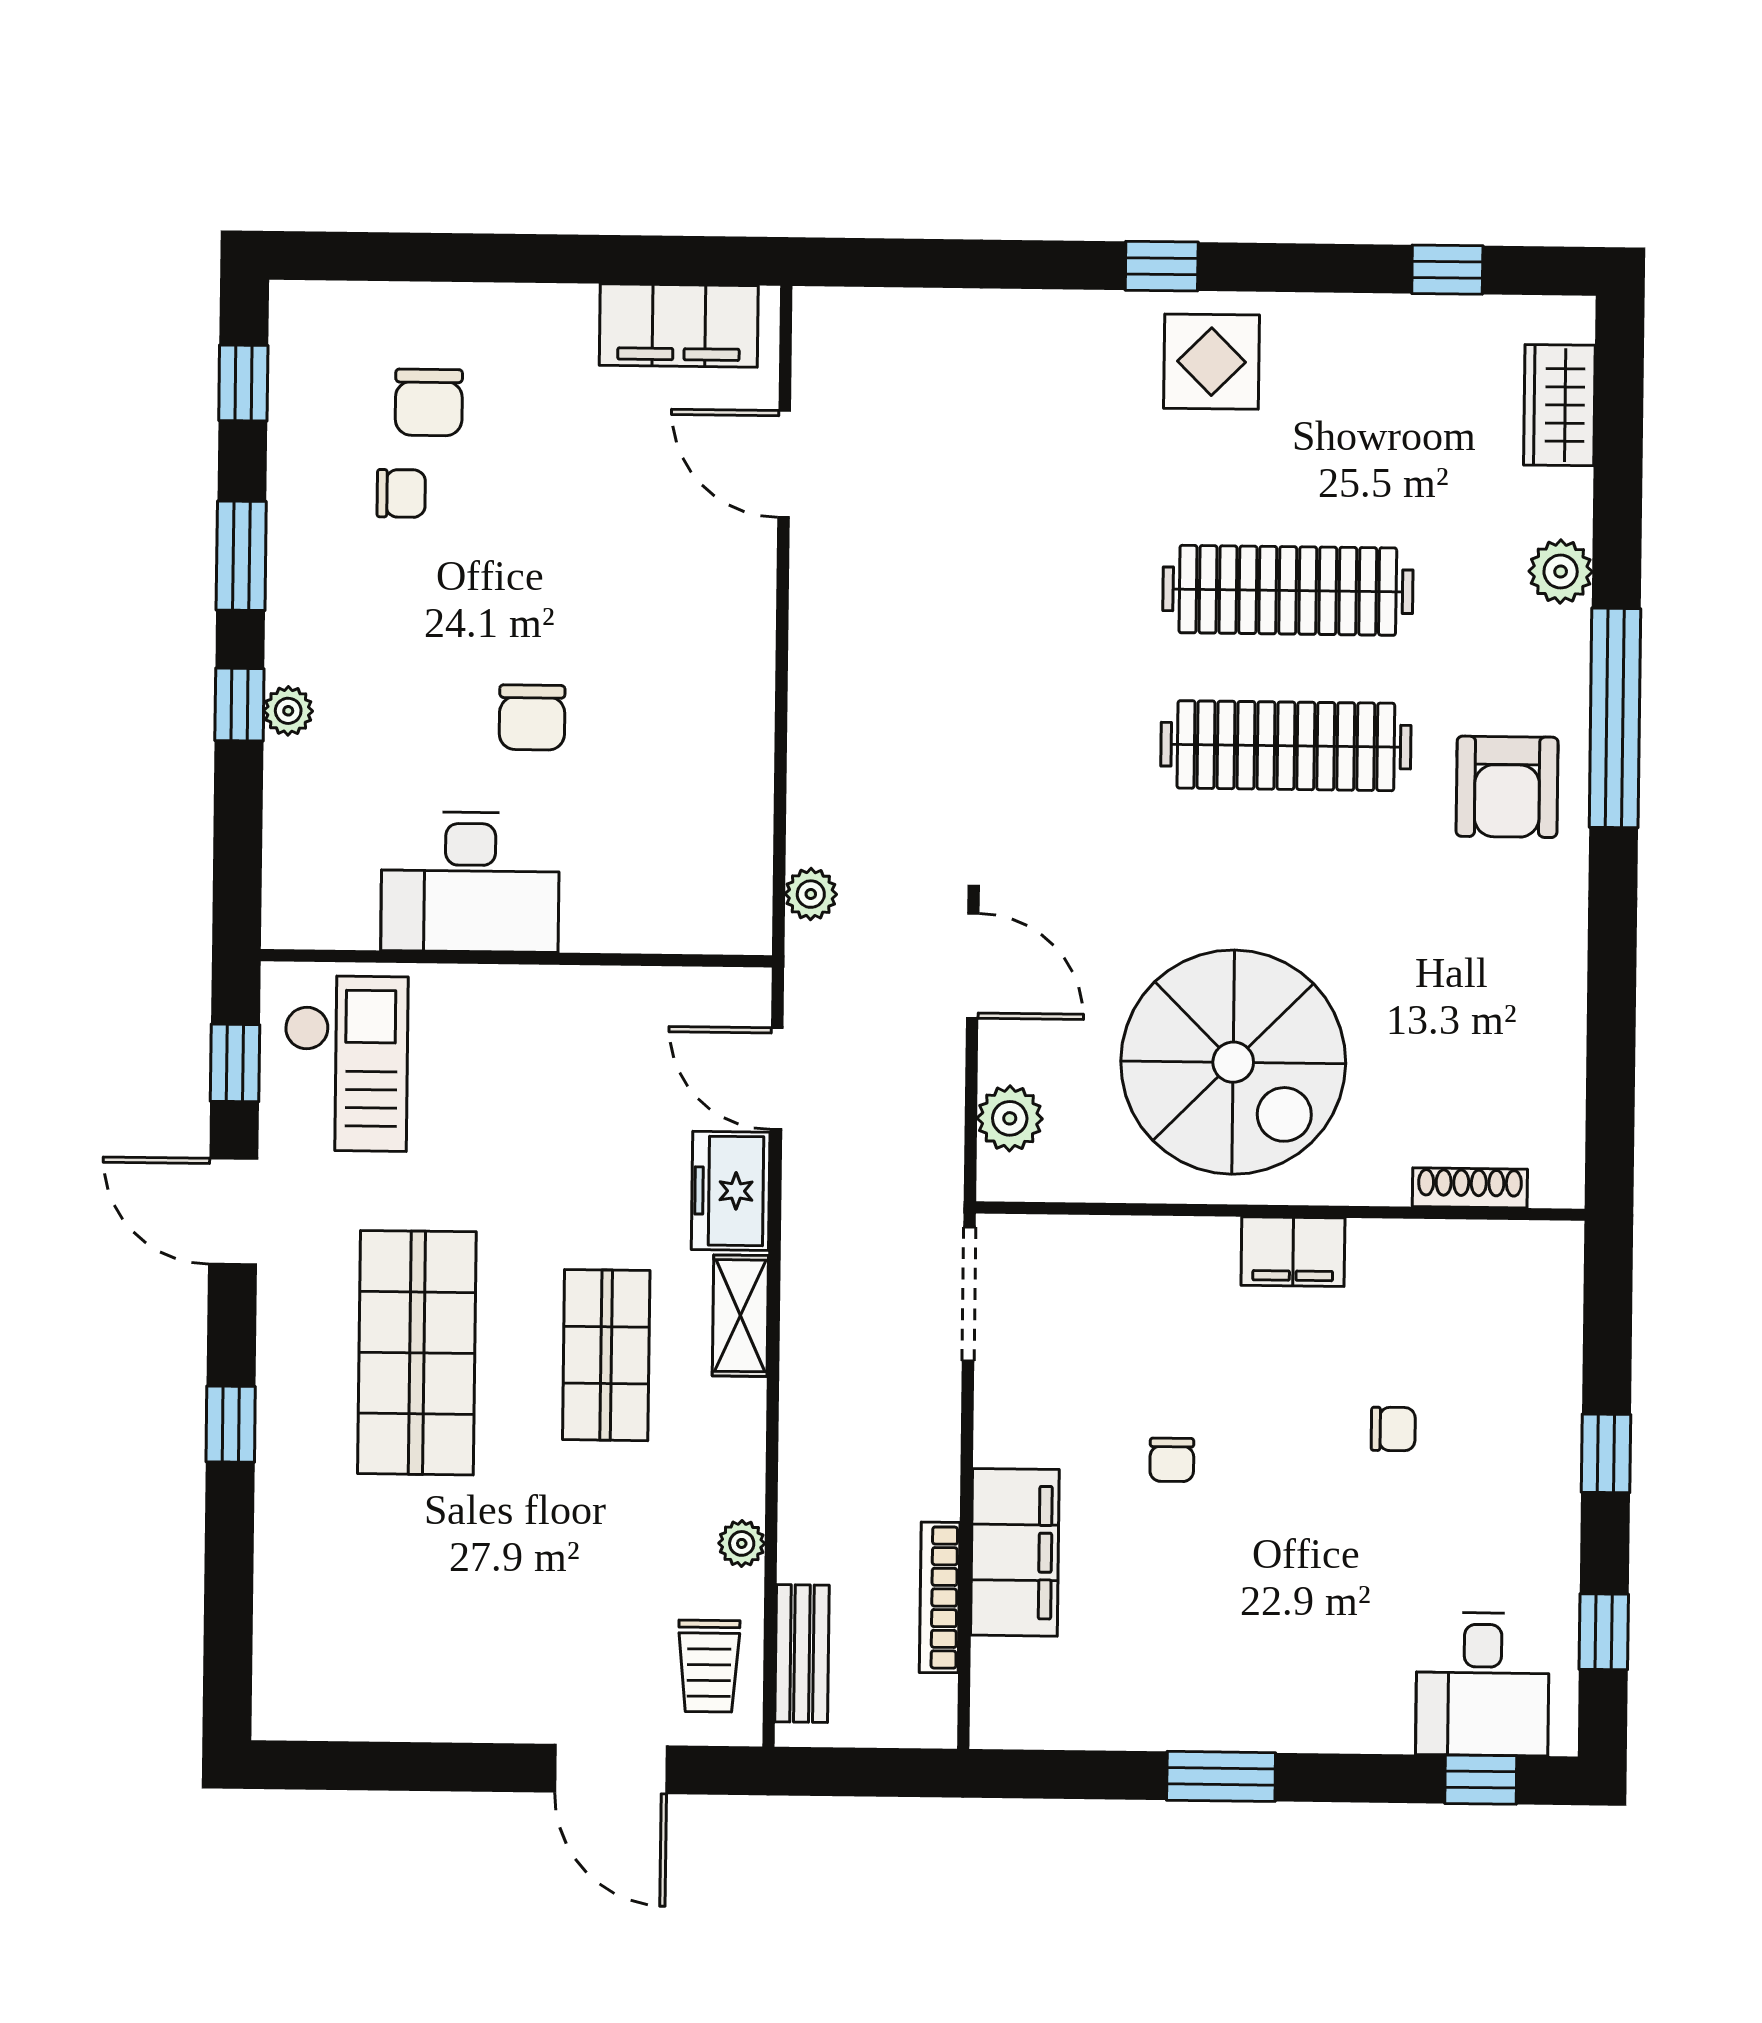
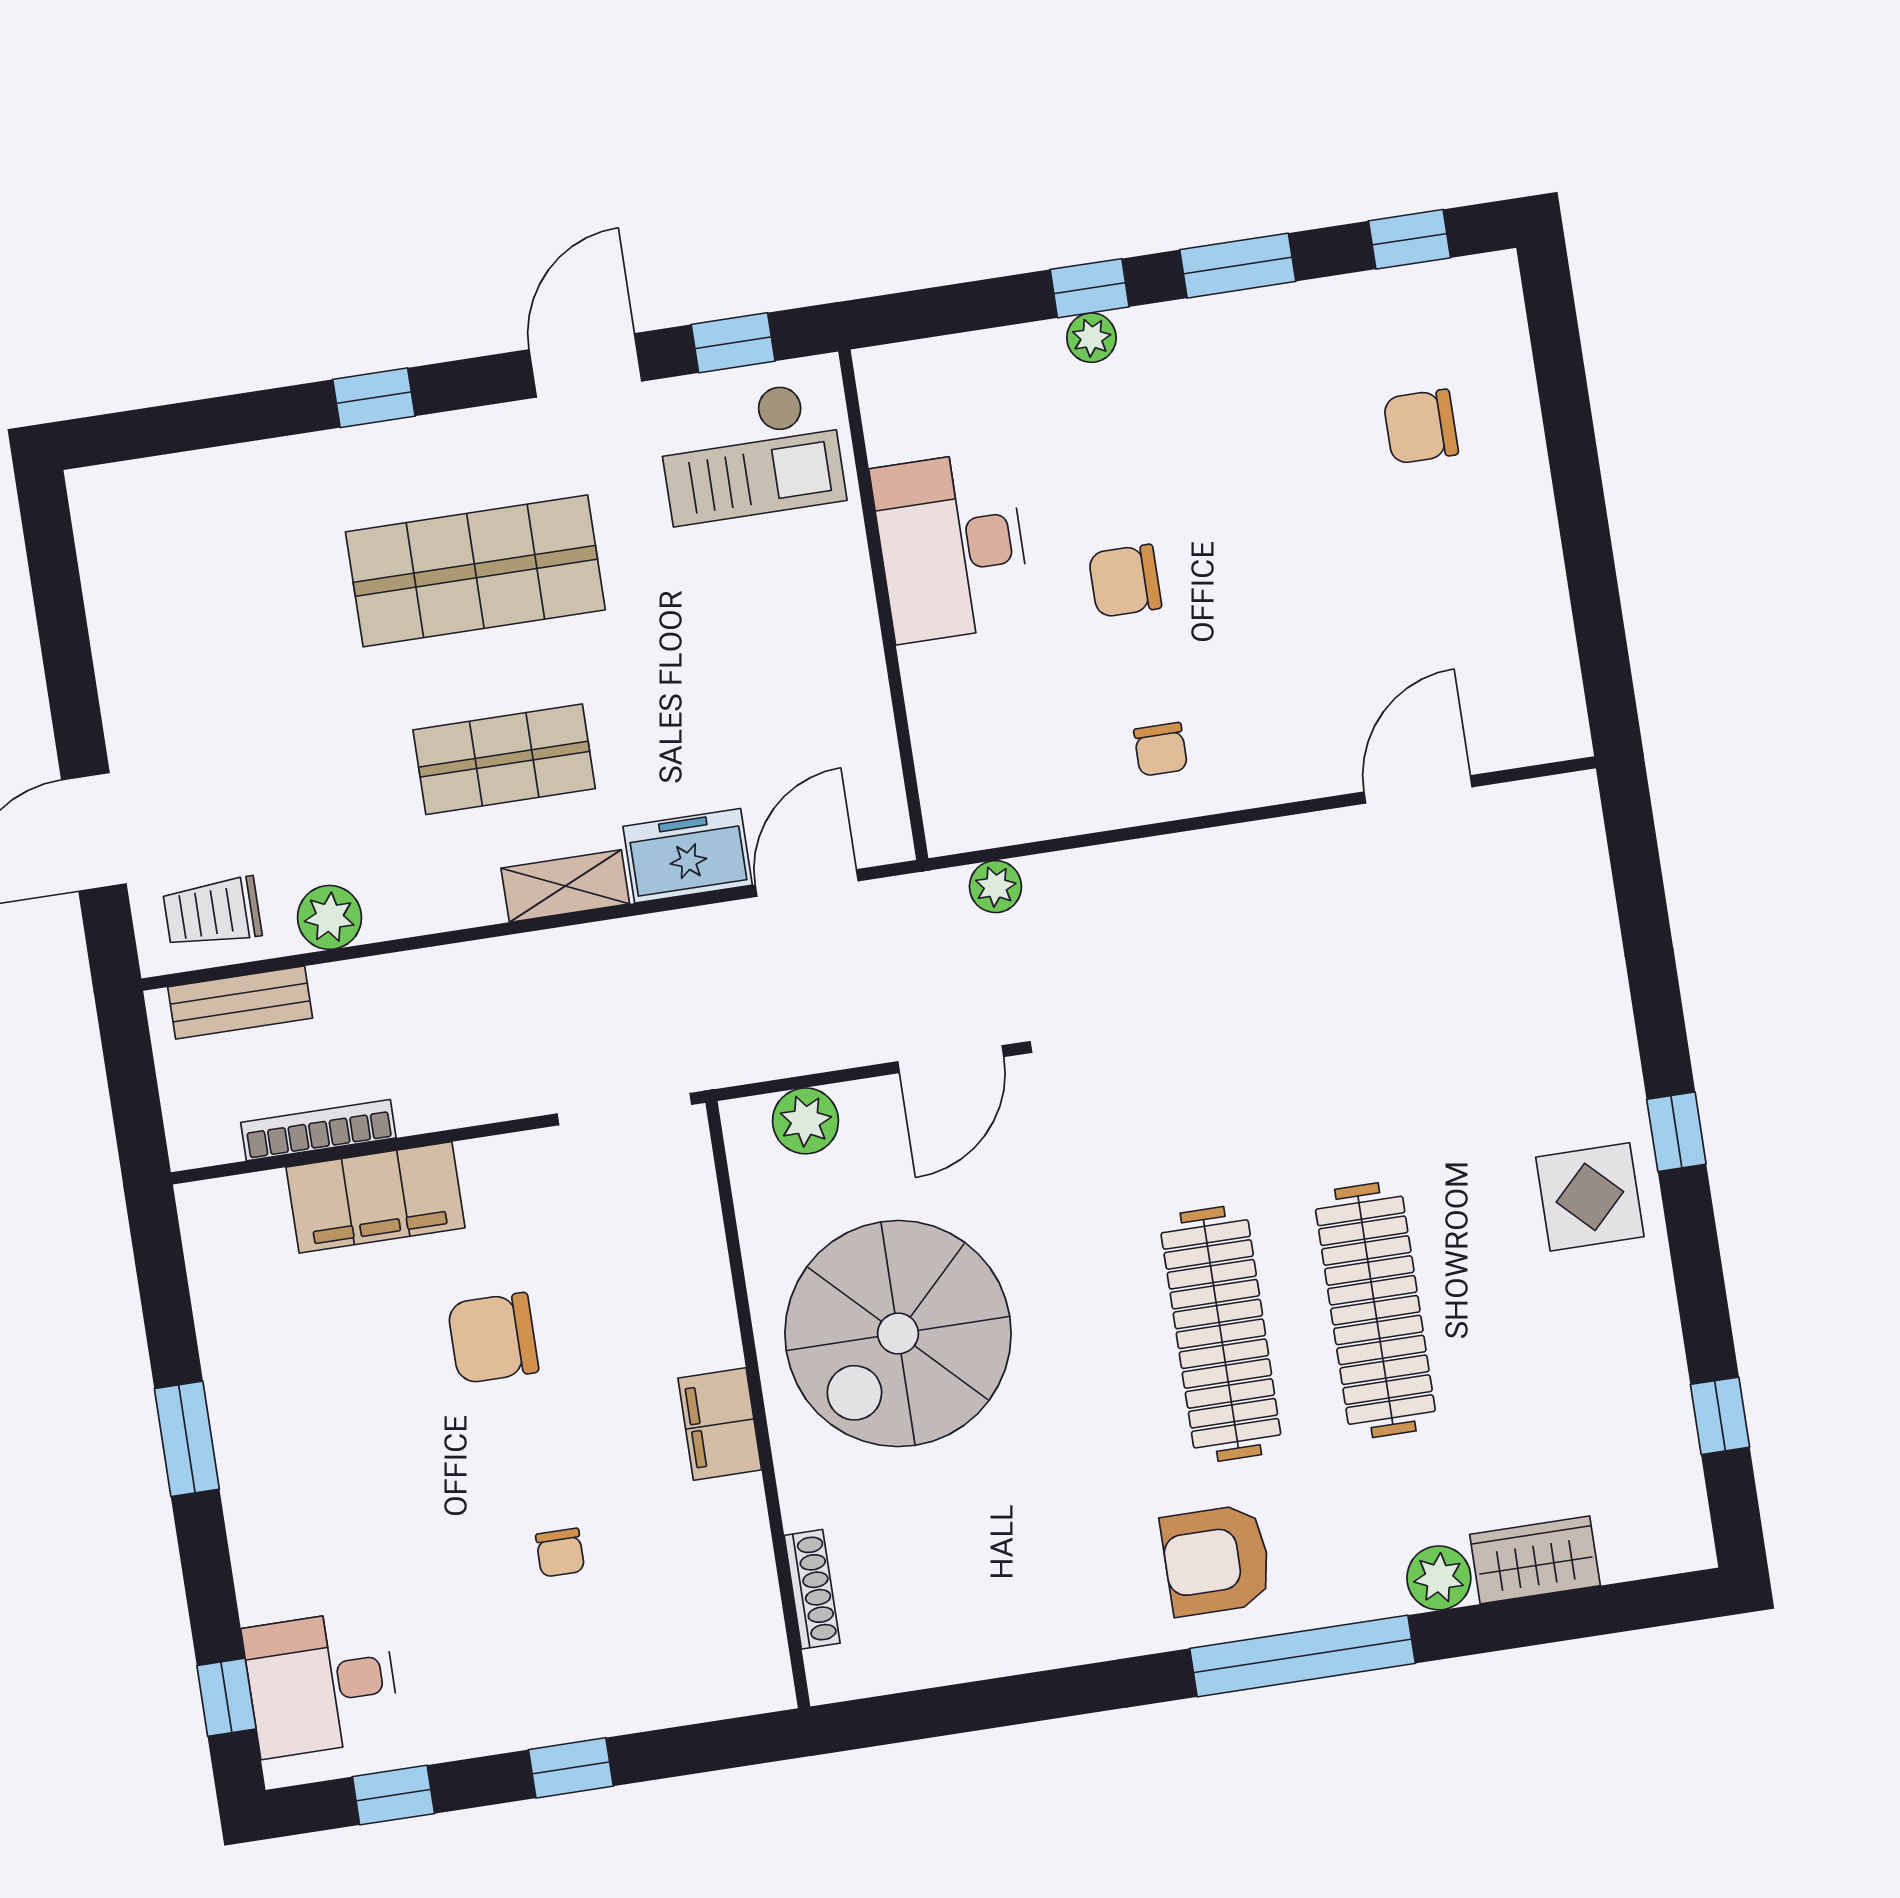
filing cabinet: (679, 326) -> (1538, 662), removed
wardrobe: (1559, 405) -> (1535, 1560), moved
chair: (401, 493) -> (1161, 749), moved
chair: (1172, 1460) -> (493, 1338), width x1.87, depth x1.87
plant: (742, 1543) -> (330, 917), width x1.38, depth x1.38

